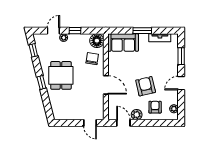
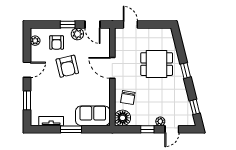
dining table: (61, 75) -> (157, 64), moved, turned 90
window: (145, 123) -> (68, 24), added

